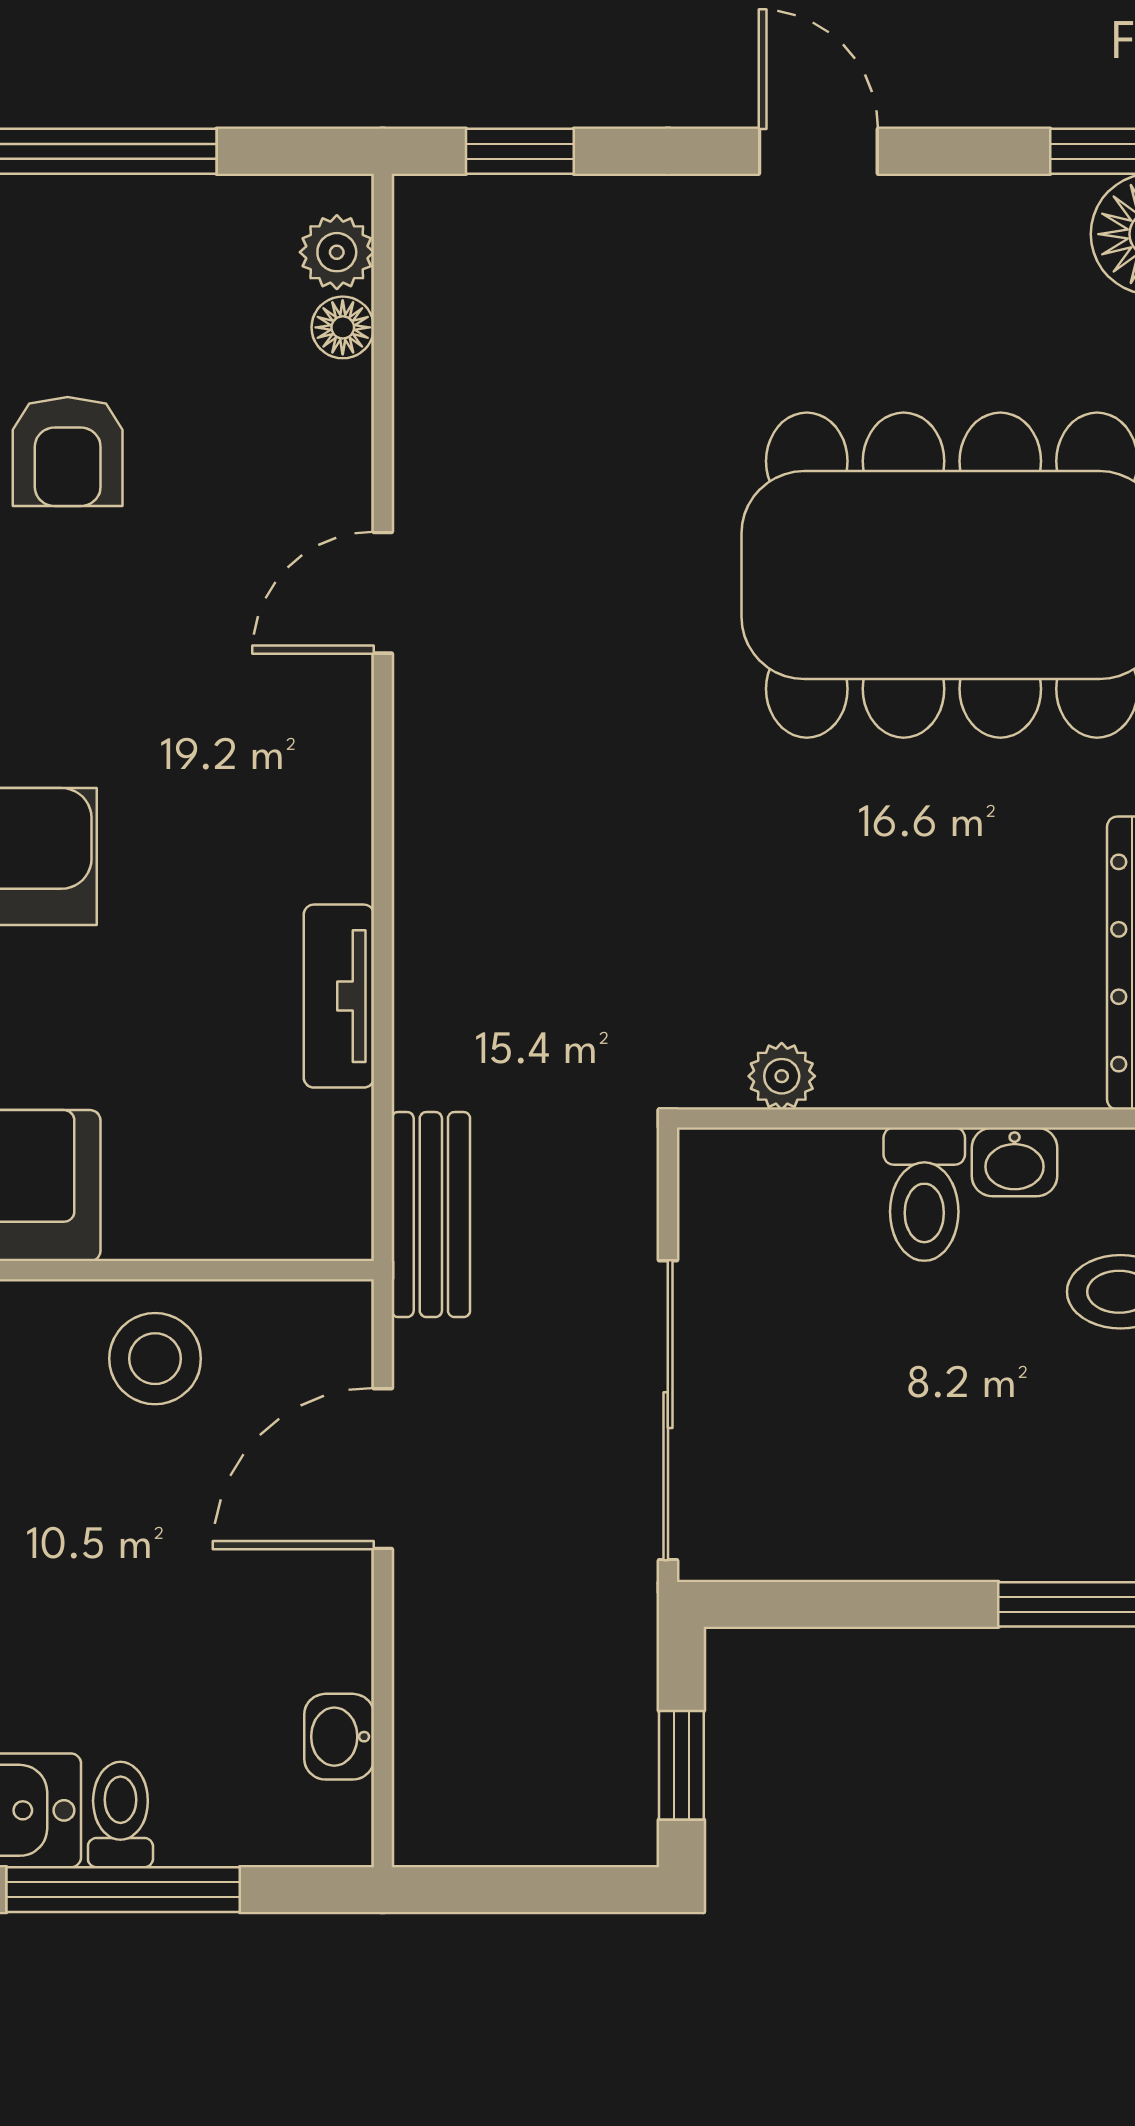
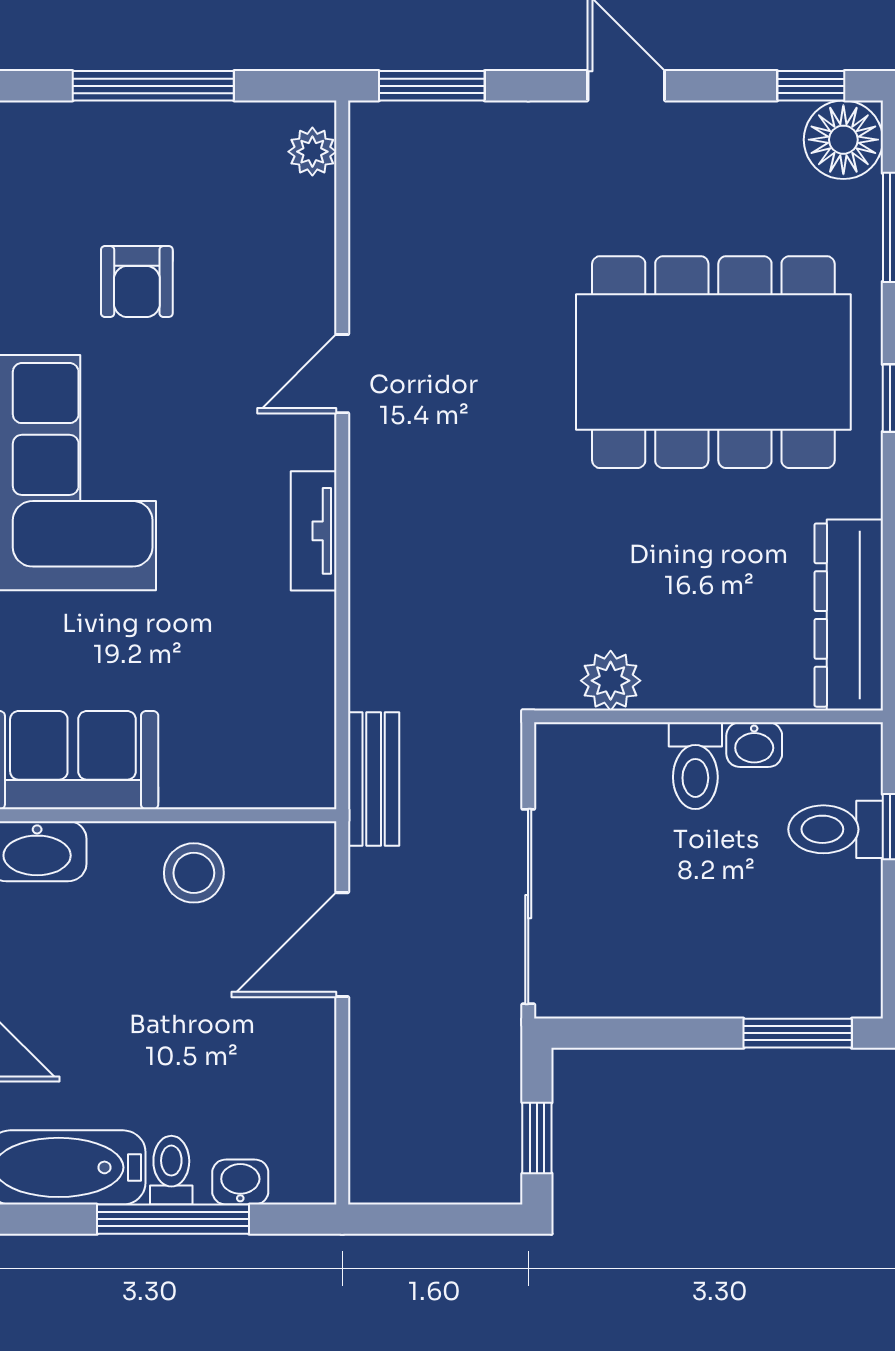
window: (520, 151) -> (432, 86), width x1.50
floor lamp: (343, 327) -> (316, 201), removed
tv unit: (339, 996) -> (314, 531), moved
plant: (782, 1076) -> (611, 681), width x1.38, depth x1.38
washbasin: (339, 1737) -> (240, 1182), moved, turned 90

